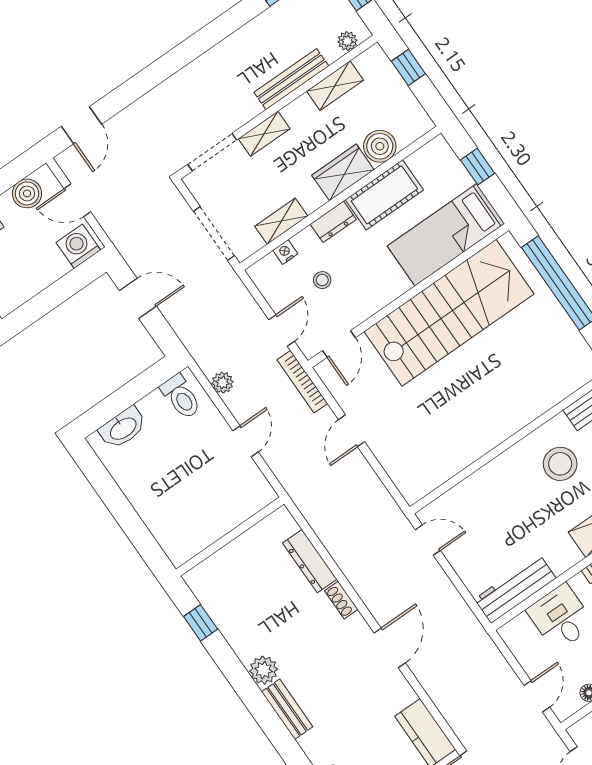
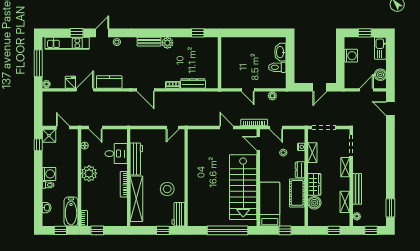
washing machine: (78, 246) -> (351, 56), moved
toilet: (181, 397) -> (277, 67), moved
workbench: (515, 589) -> (136, 159), moved

